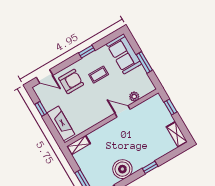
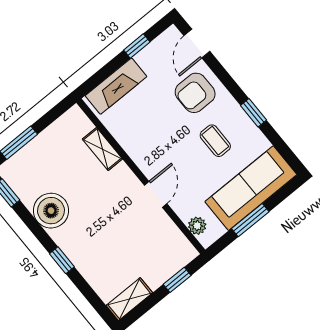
sofa: (124, 54) -> (251, 188), width x1.36
armchair: (71, 81) -> (195, 93), turned 90
plant: (134, 97) -> (197, 226), moved
shelving: (79, 145) -> (102, 149), moved

